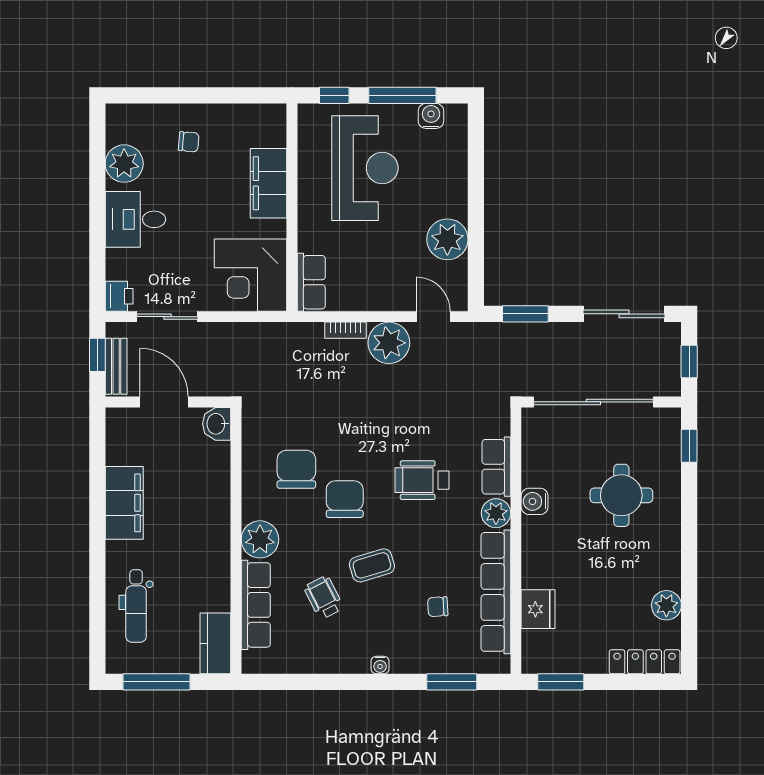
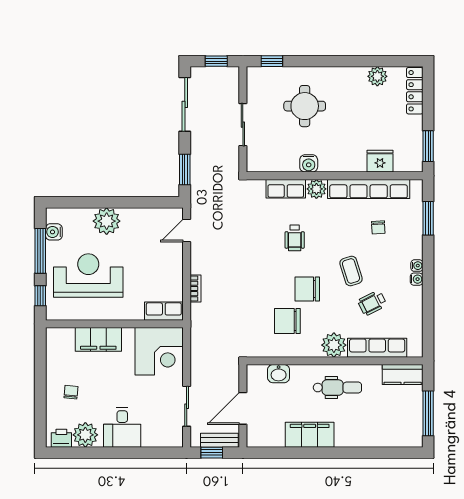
plant: (447, 239) -> (107, 221), moved
printer: (119, 296) -> (61, 438), moved
plant: (389, 343) -> (204, 260), removed
sliding door: (593, 402) -> (243, 125), width x0.54
washbasin: (217, 424) -> (279, 374), moved
wheelchair: (422, 480) -> (295, 238), width x0.73, depth x0.73
dental chair: (136, 606) -> (337, 388), moved
water cooler: (360, 665) -> (417, 279), added

